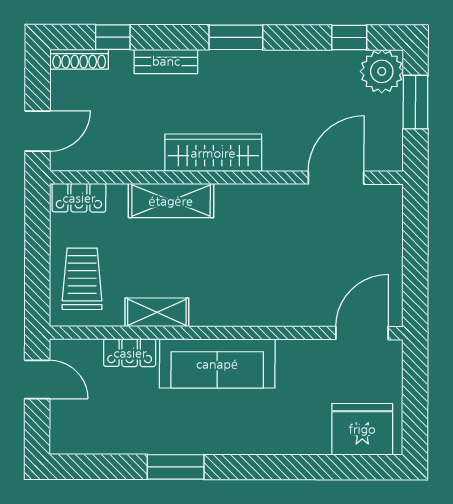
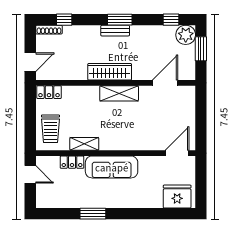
bench: (166, 61) -> (115, 31), moved
shelving: (171, 201) -> (119, 93), moved
trolley: (82, 279) -> (50, 129), turned 180

